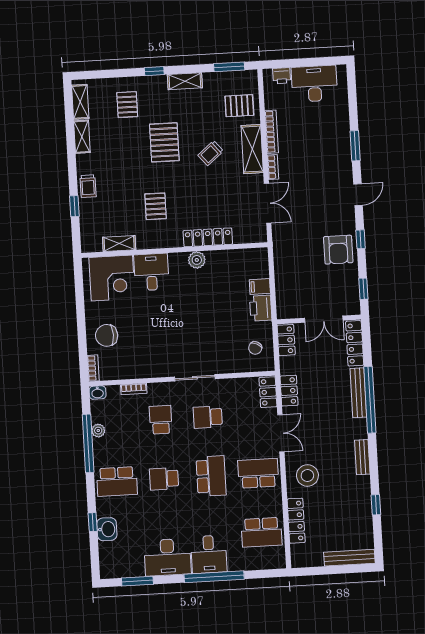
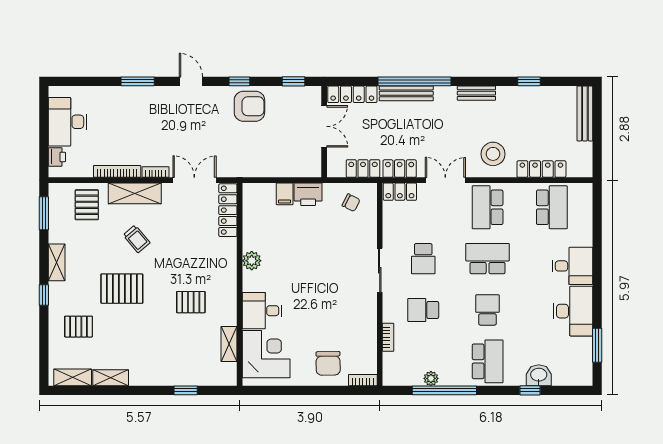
trolley: (88, 186) -> (165, 374), removed
locker: (208, 237) -> (228, 210), moved
locker: (286, 340) -> (363, 169), moved
washbasin: (98, 393) -> (390, 377), removed
school desk: (164, 479) -> (488, 310), turned 180
window: (214, 577) -> (597, 262), removed

